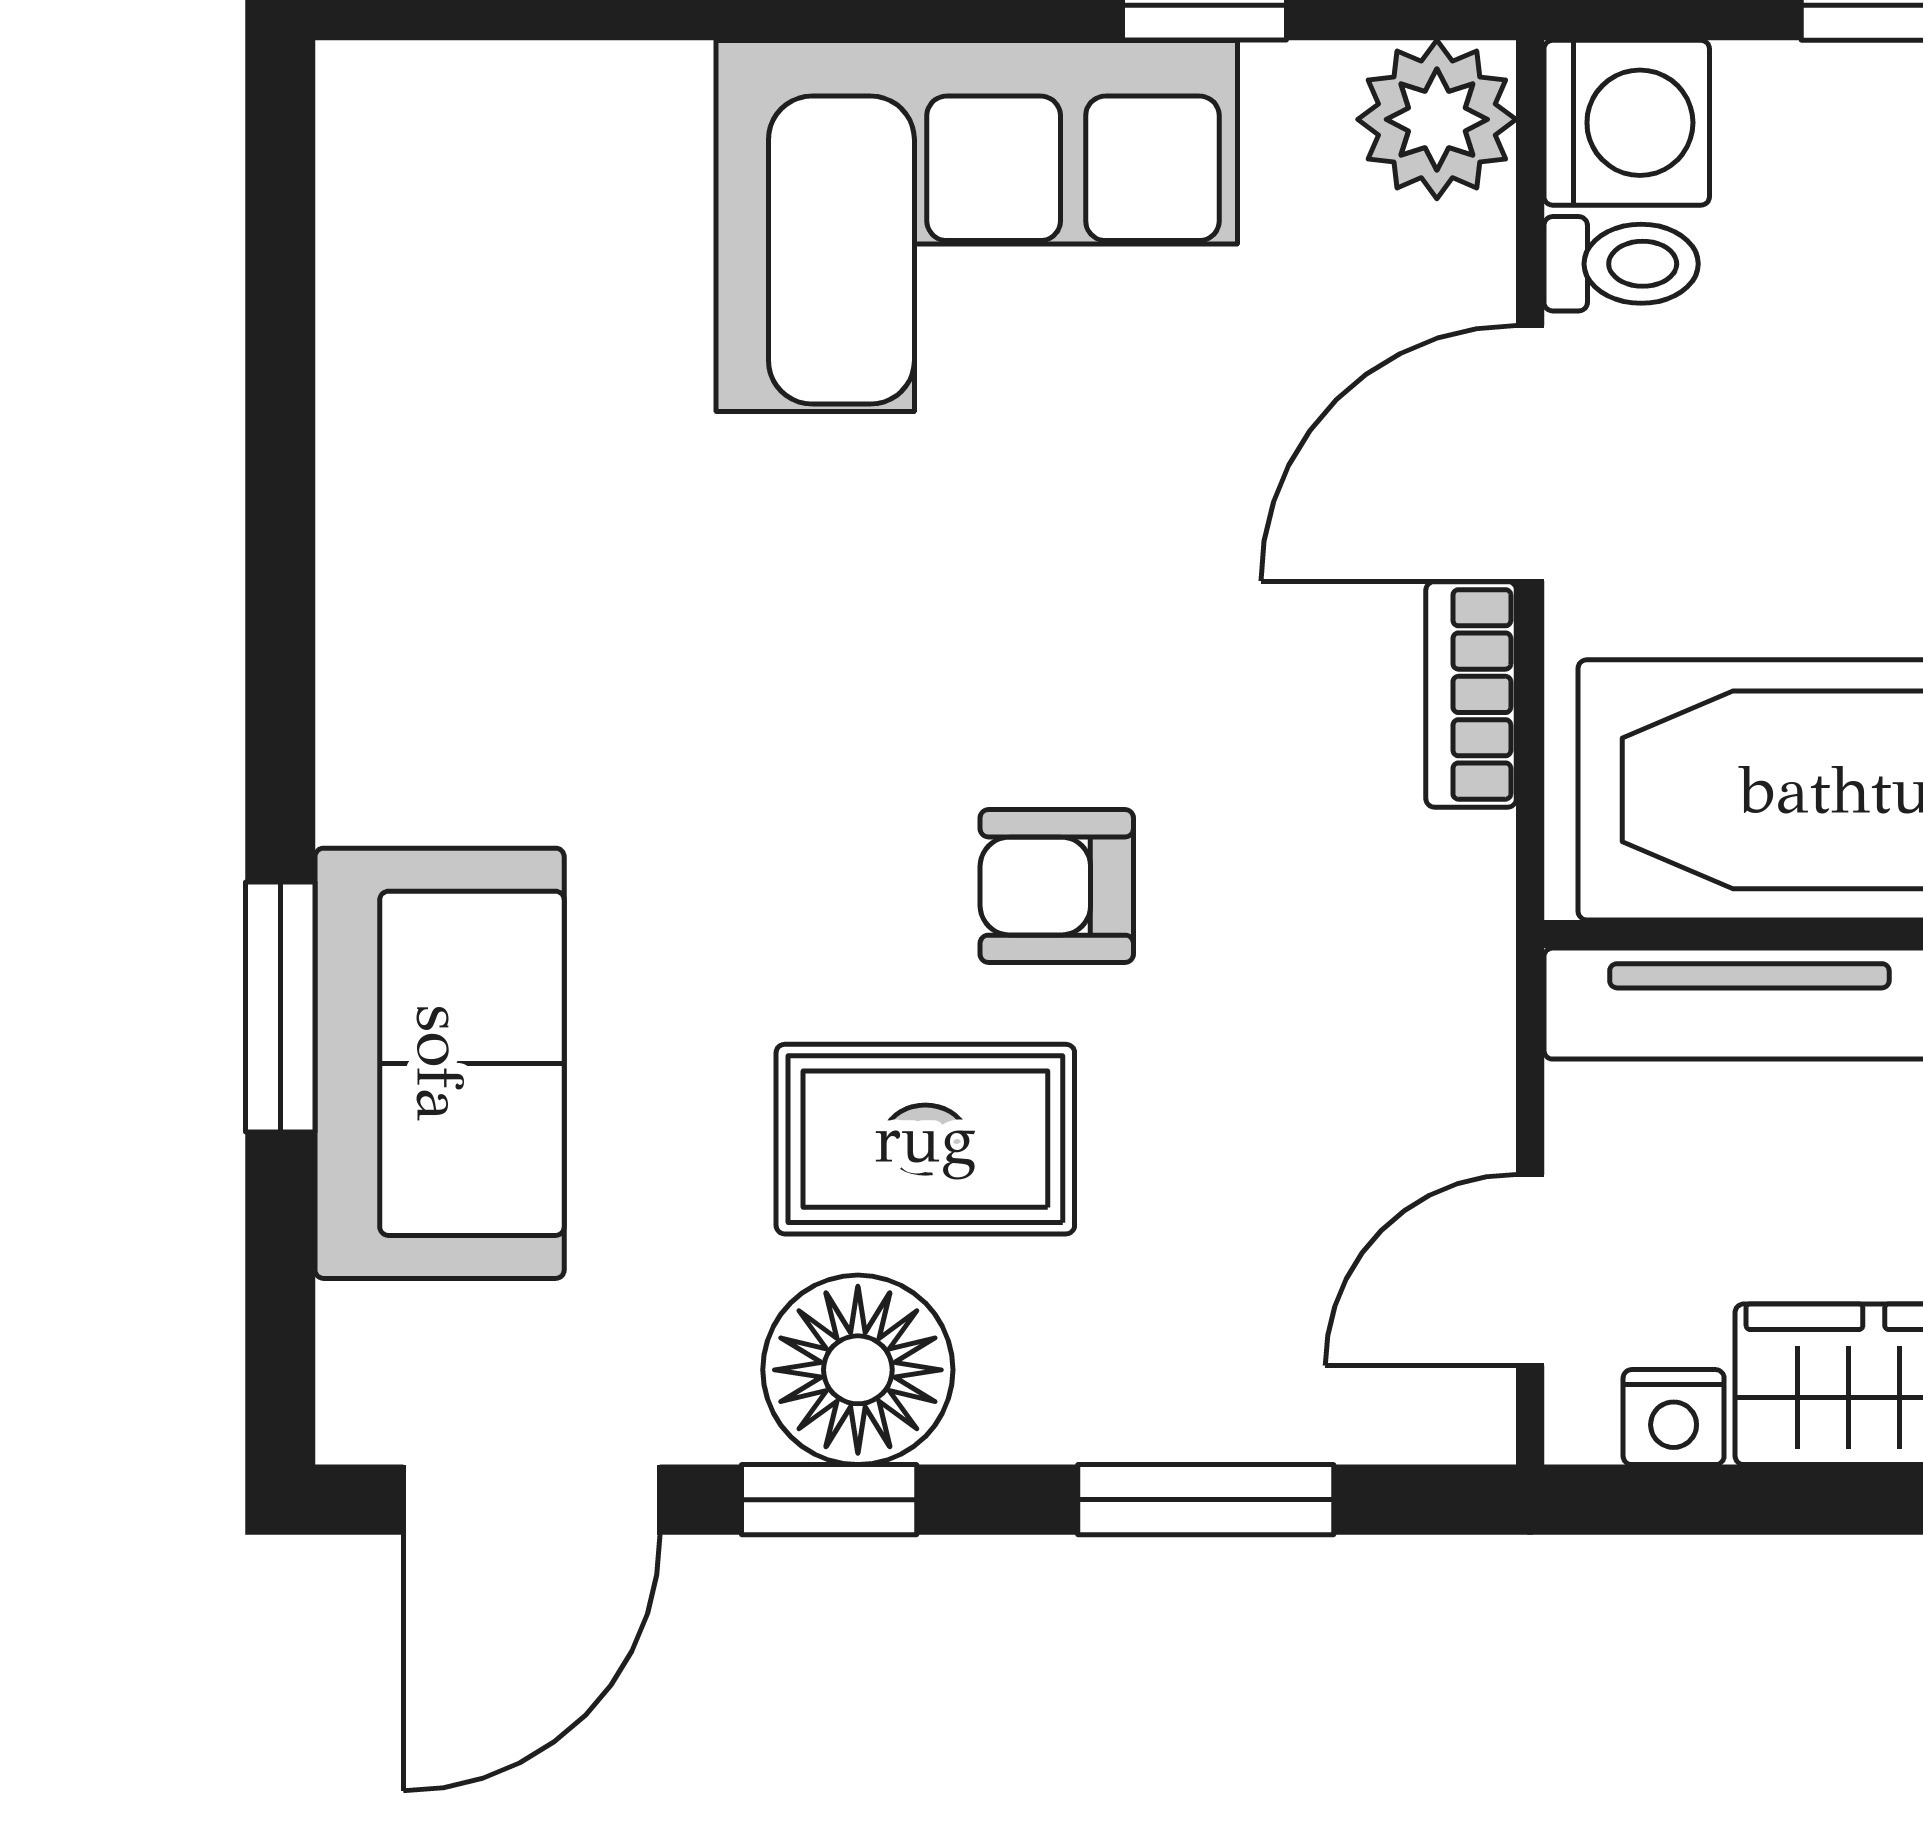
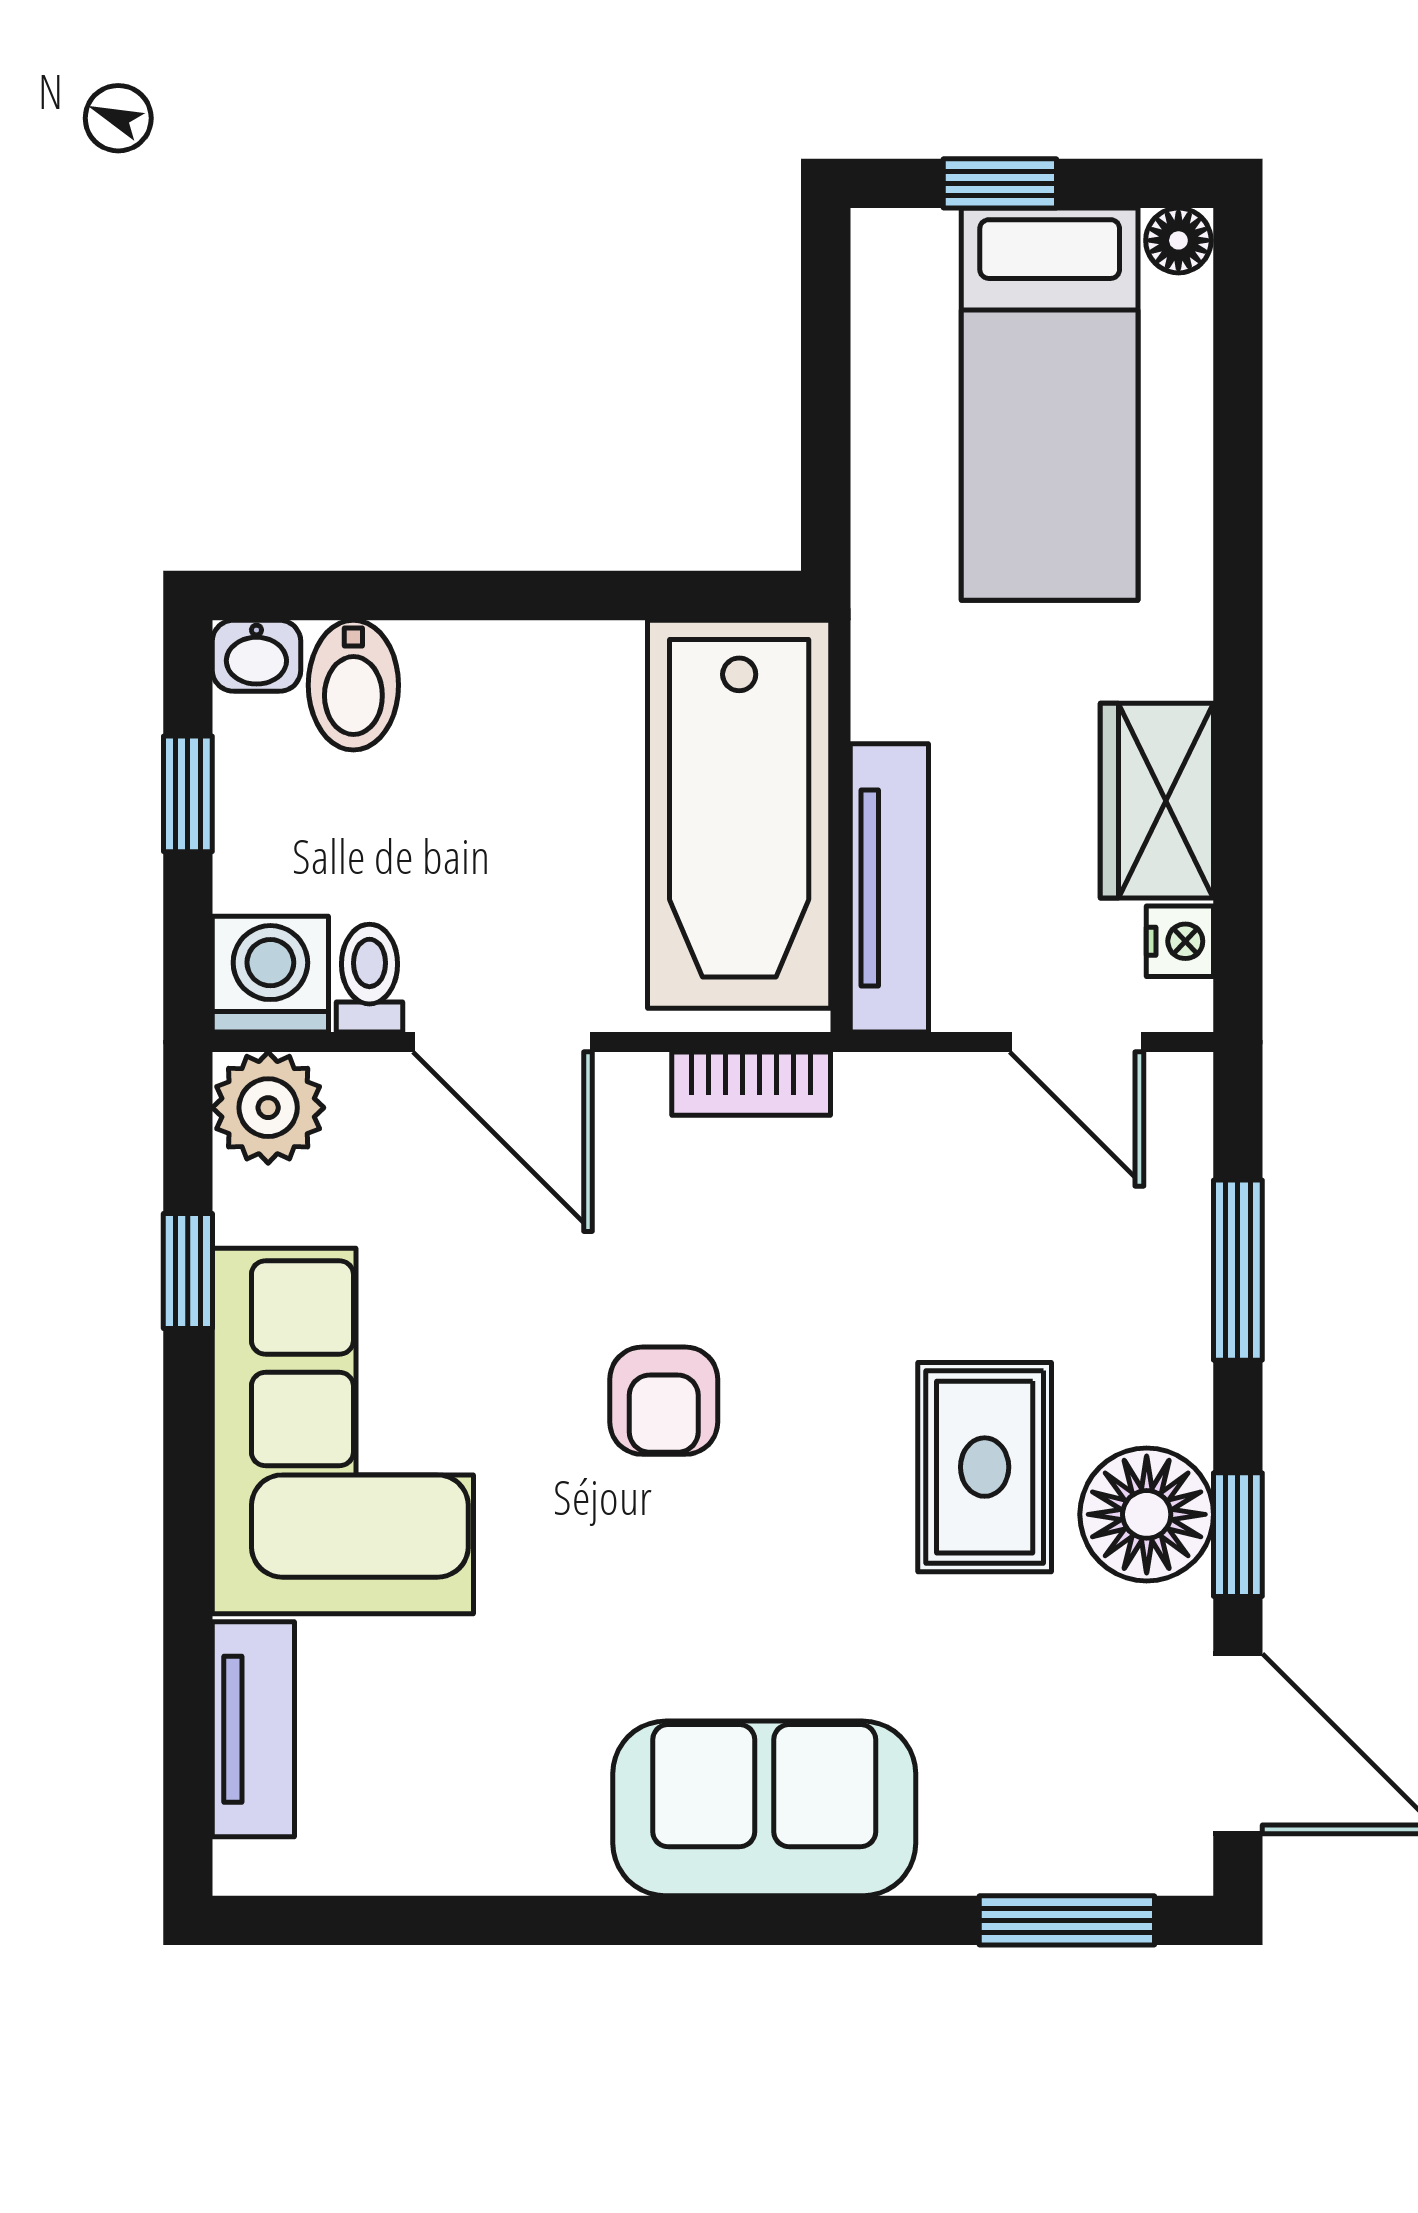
tv unit: (552, 99) -> (253, 1729), added
bookcase: (1471, 694) -> (751, 1084), moved
armchair: (1057, 886) -> (664, 1401), moved
window: (280, 1007) -> (1067, 1920), moved
sofa: (440, 1063) -> (764, 1808), moved

